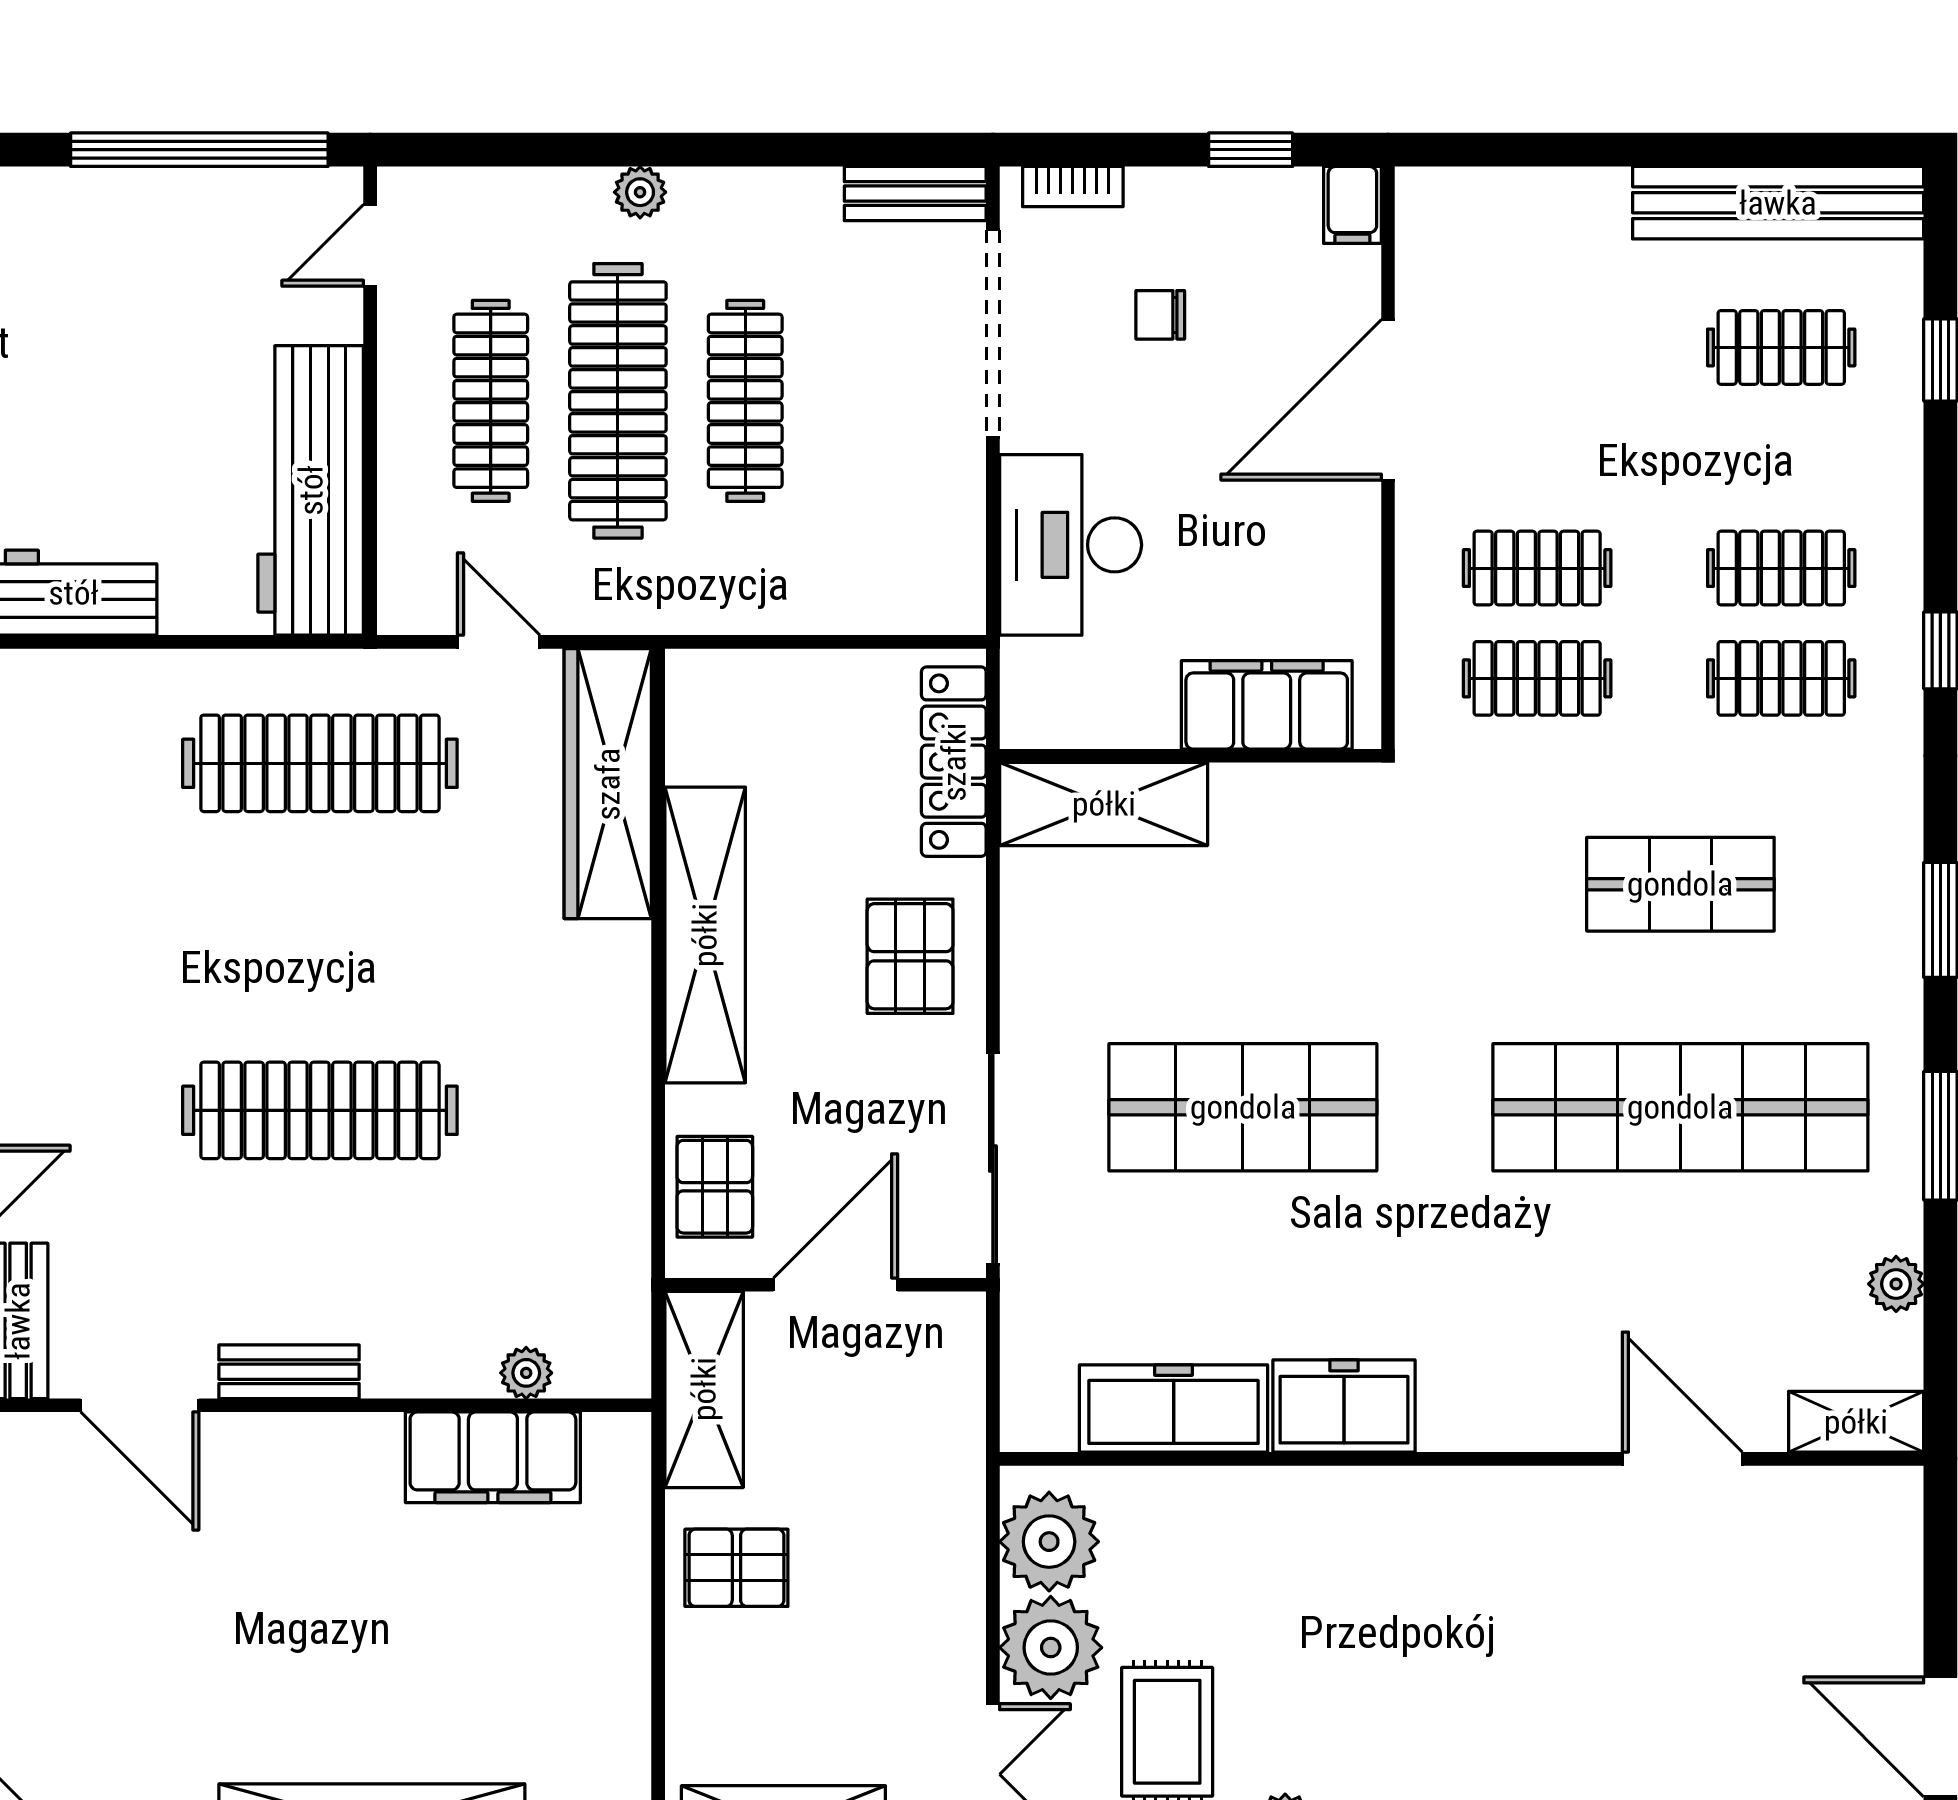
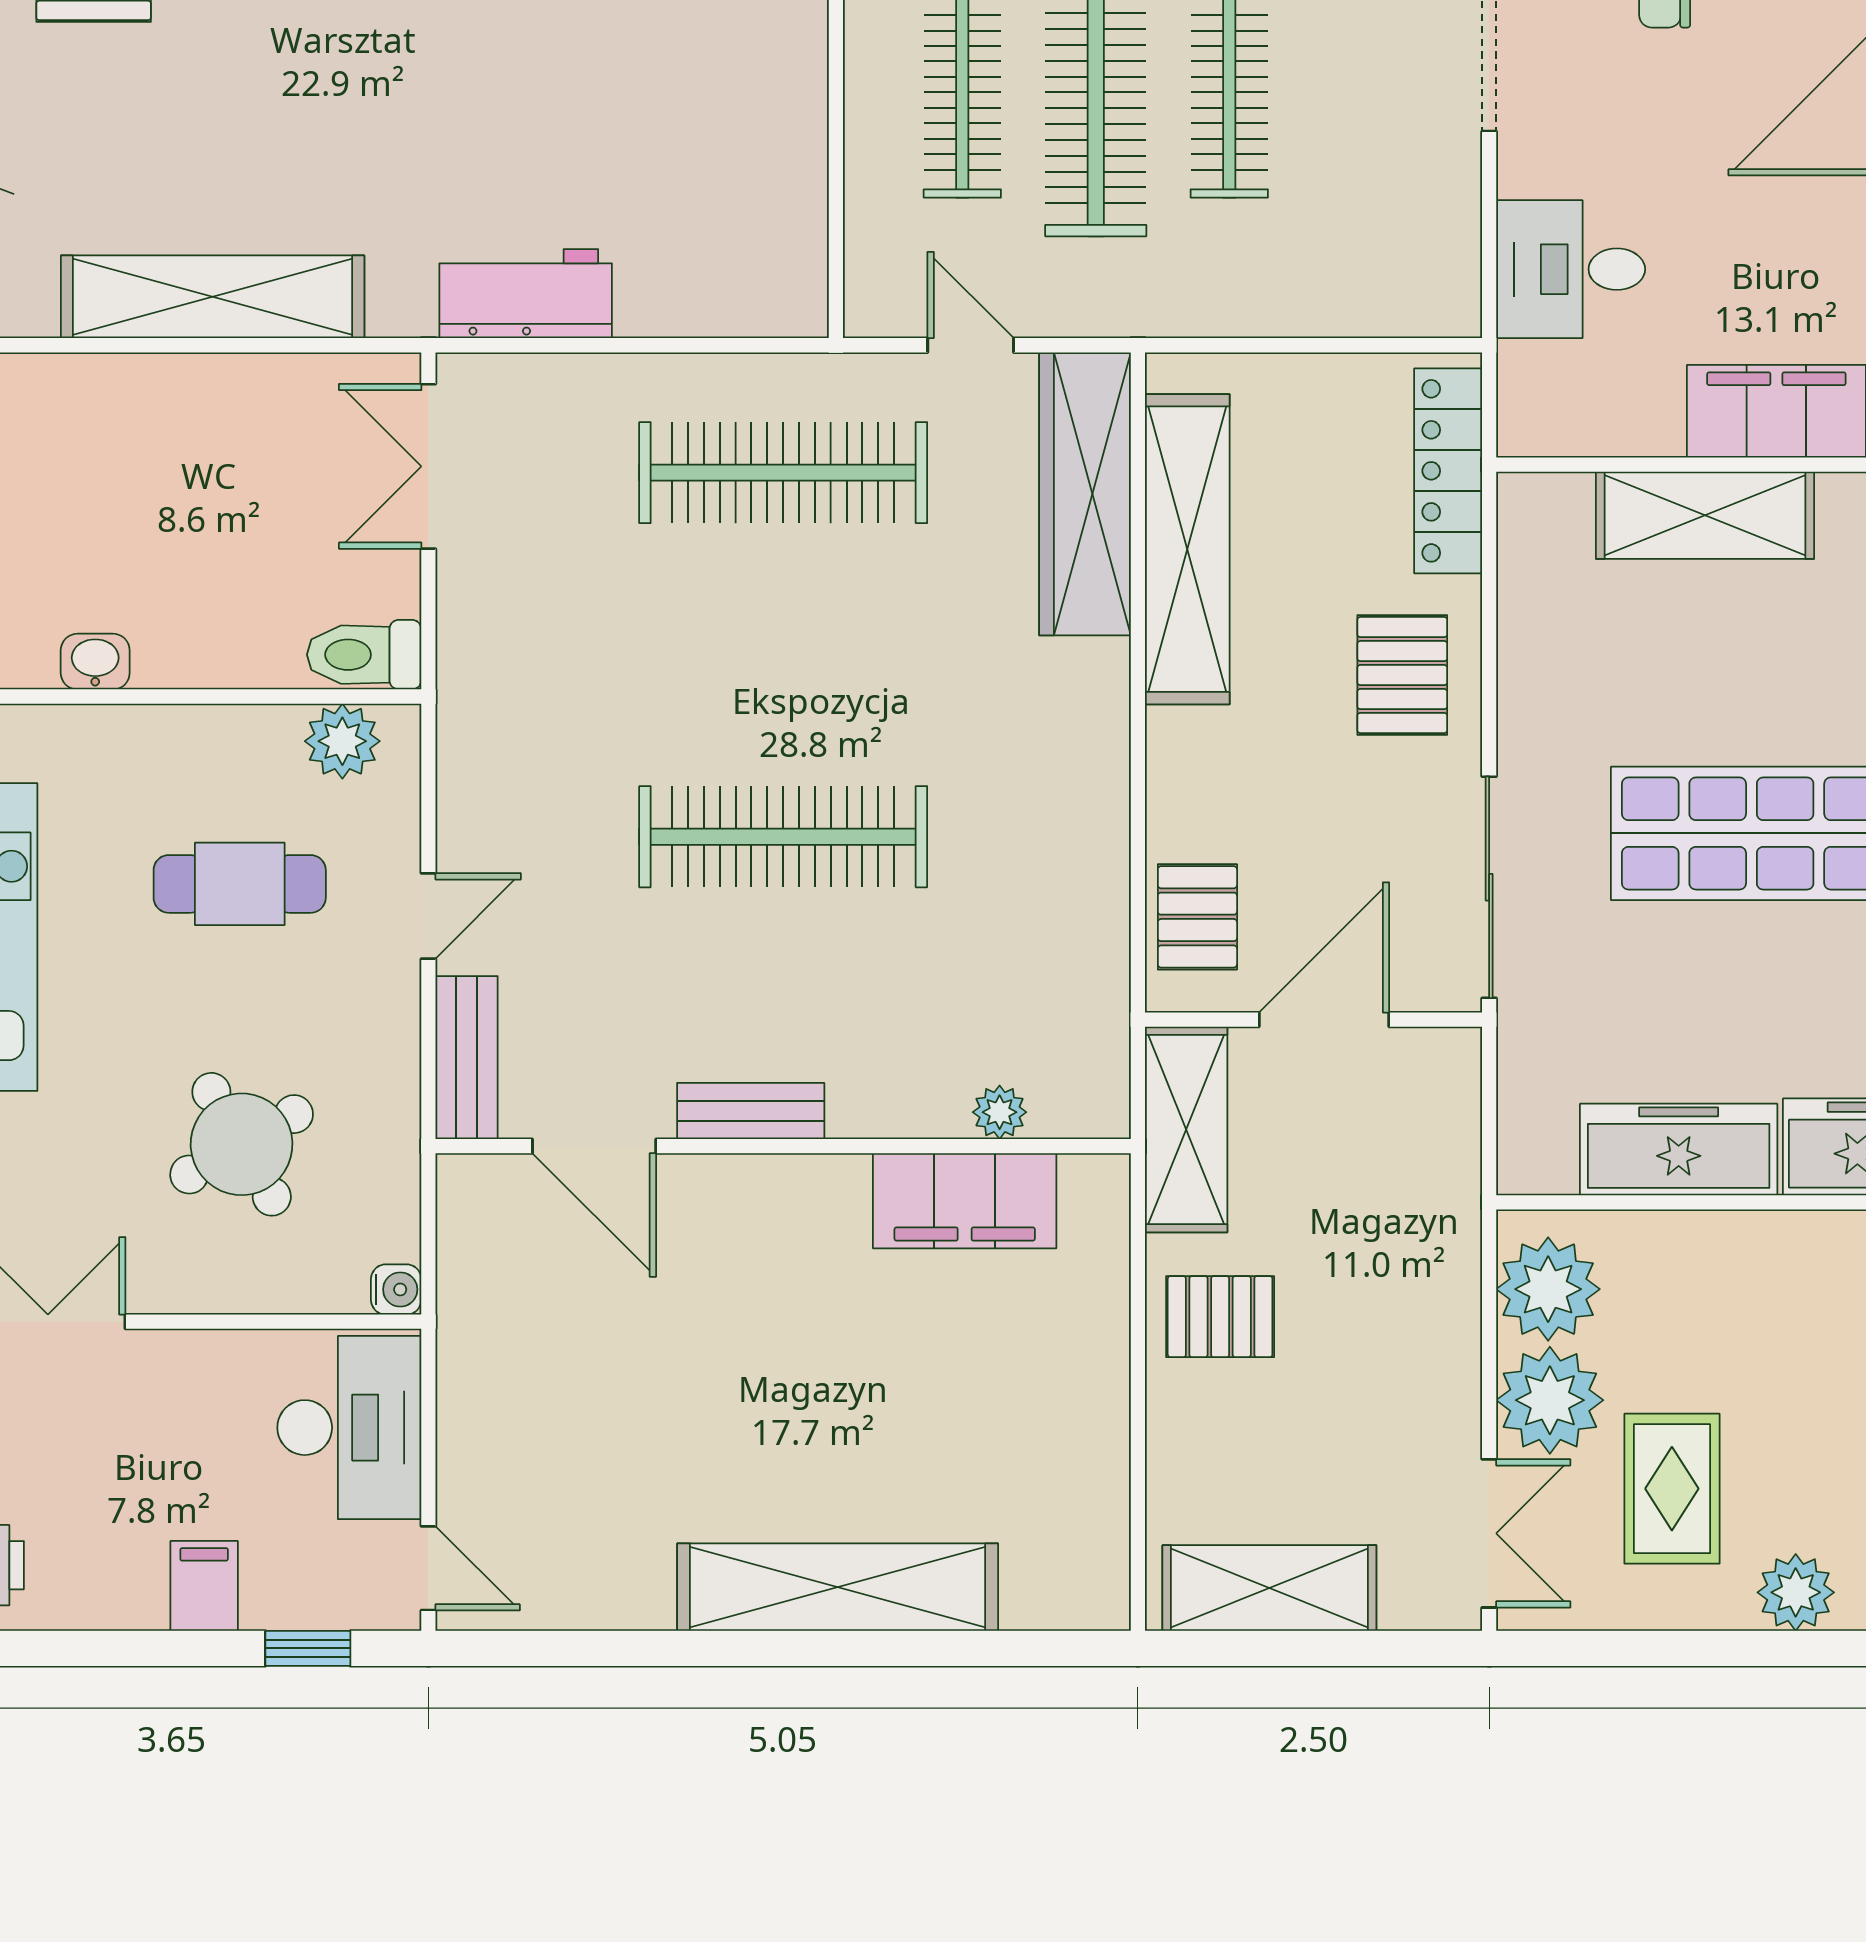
workbench: (311, 490) -> (773, 186), removed
desk: (1071, 545) -> (1571, 269), width x0.73
shelving: (1104, 804) -> (1705, 515), moved
shelving: (705, 935) -> (1187, 549), moved

